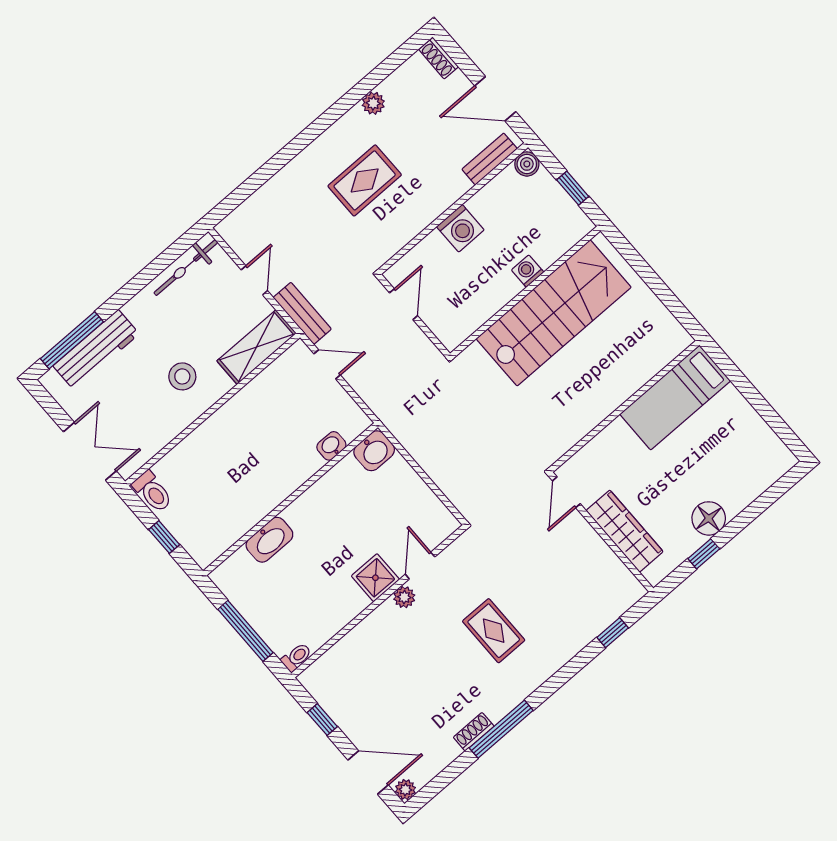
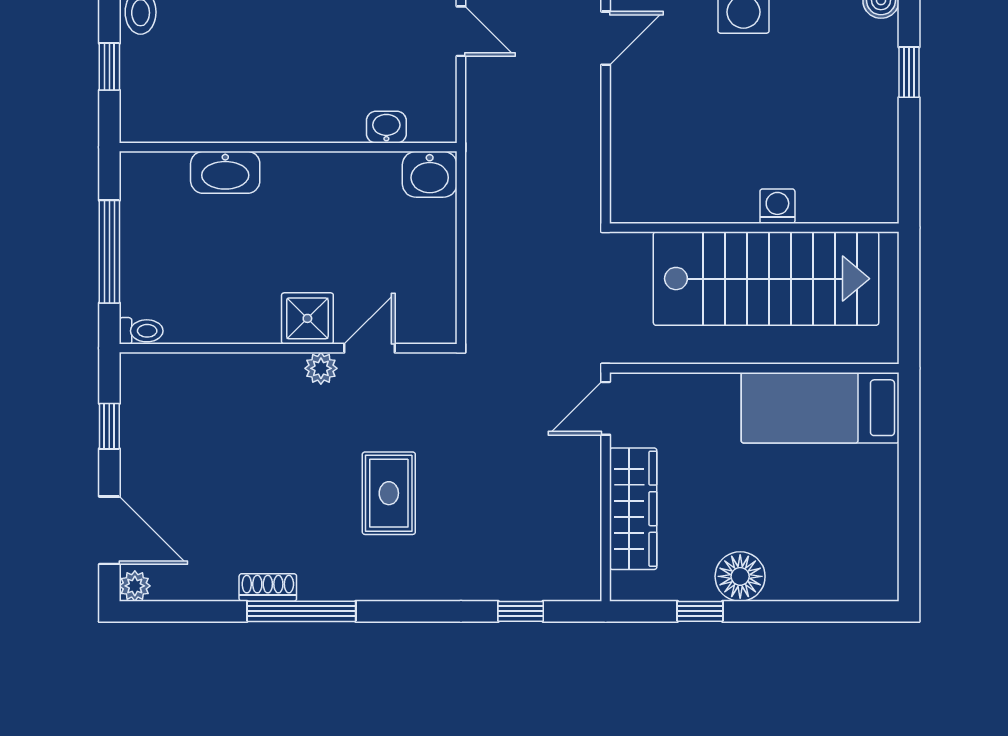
washing machine: (528, 271) -> (777, 206), moved
wall: (525, 292) -> (754, 228), moved
stairs: (554, 313) -> (766, 279), moved

